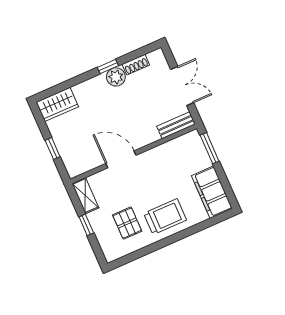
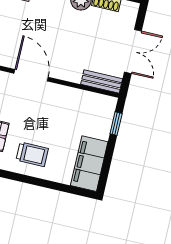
window: (210, 148) -> (116, 124), width x0.67
trolley: (165, 217) -> (32, 154), width x0.73, depth x0.72

